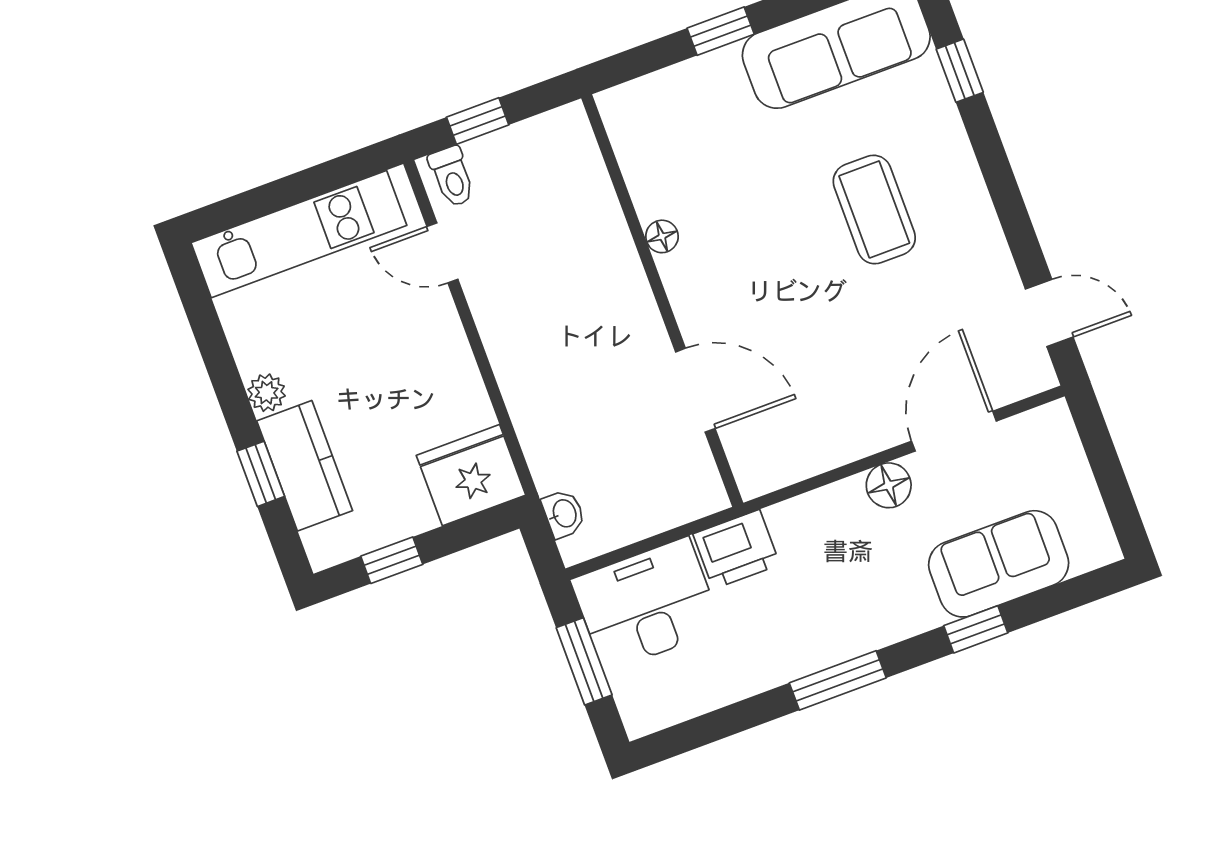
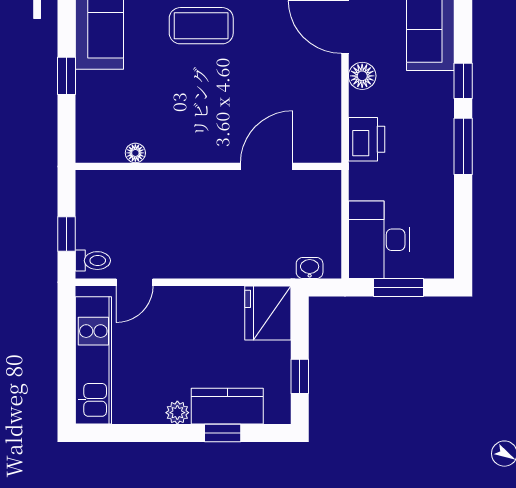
floor lamp: (662, 236) -> (135, 153), moved
printer: (736, 549) -> (367, 139), moved
window: (976, 629) -> (463, 81), moved

